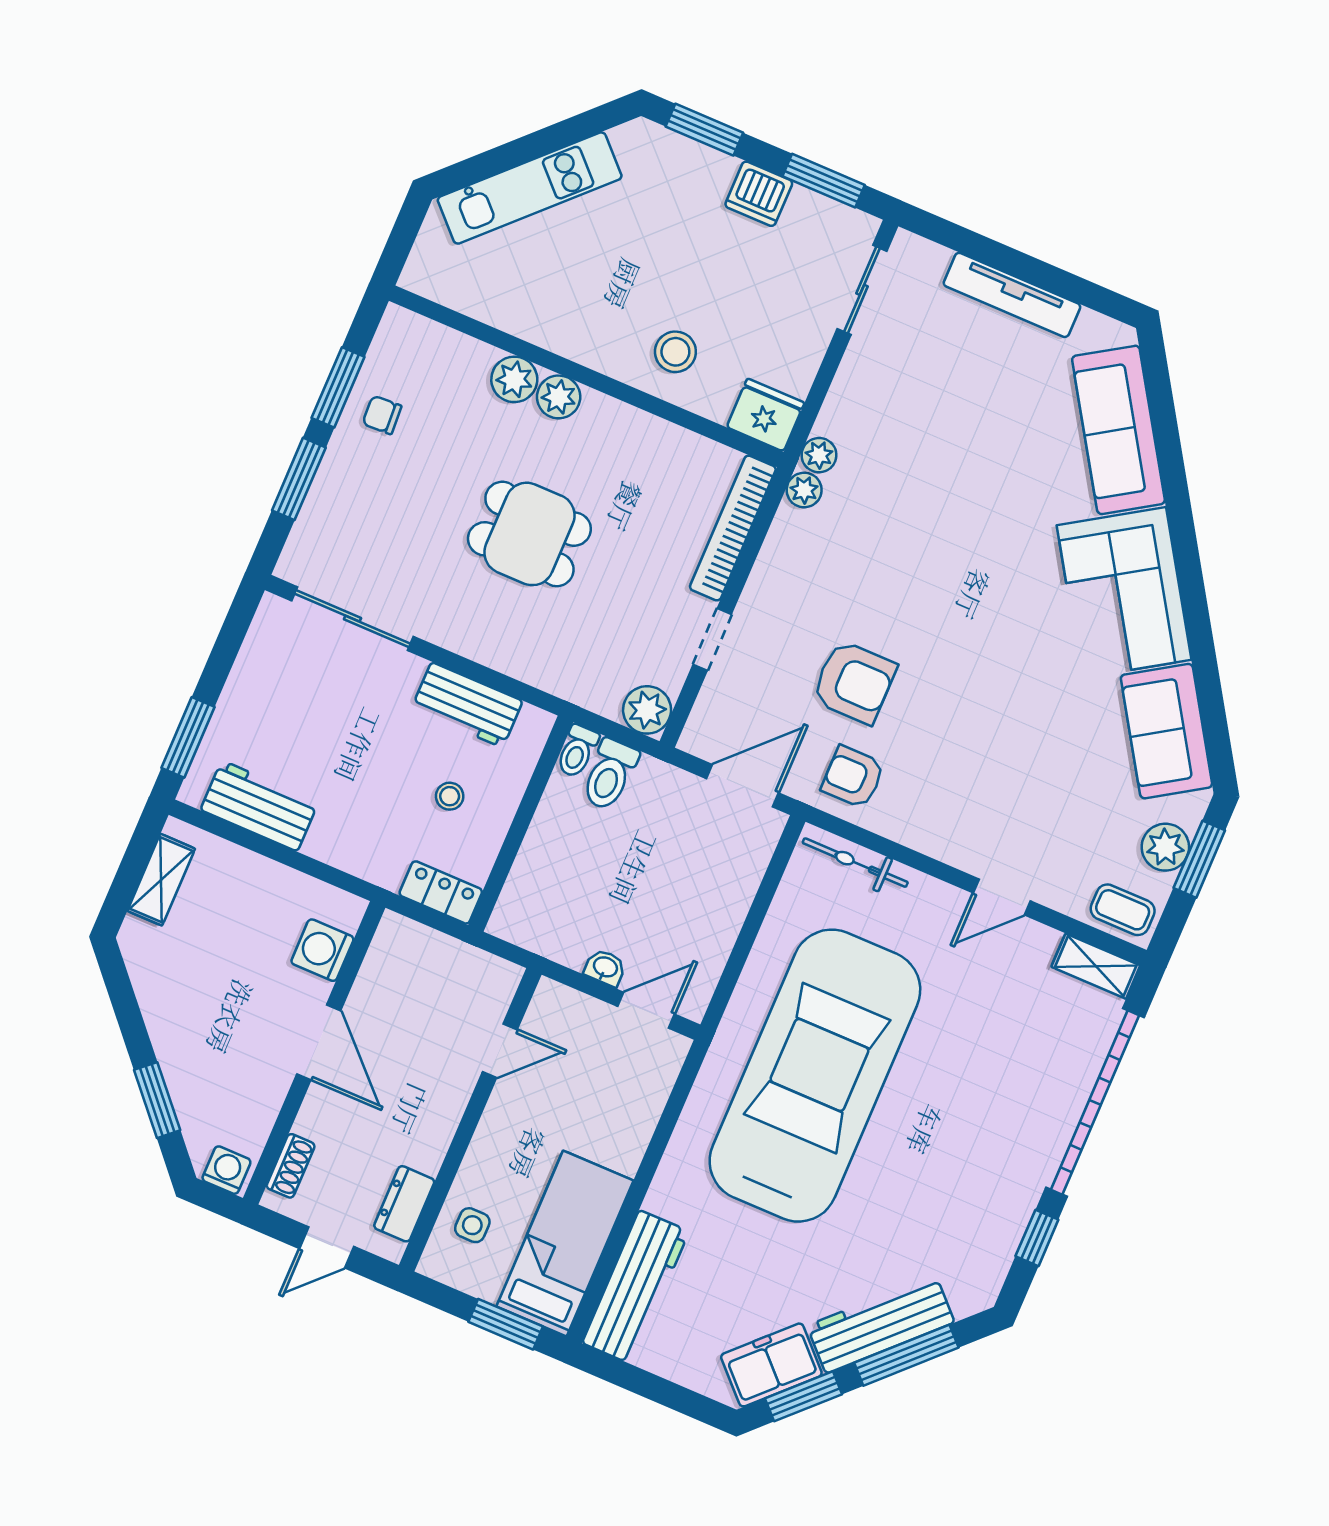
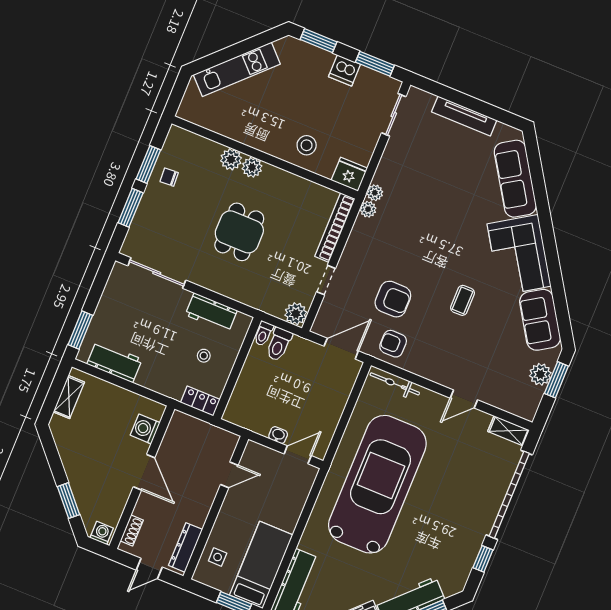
dining table: (529, 534) -> (239, 232), turned 90
coffee table: (1123, 910) -> (463, 300), moved, turned 90
dresser: (404, 1204) -> (185, 547), width x1.44

